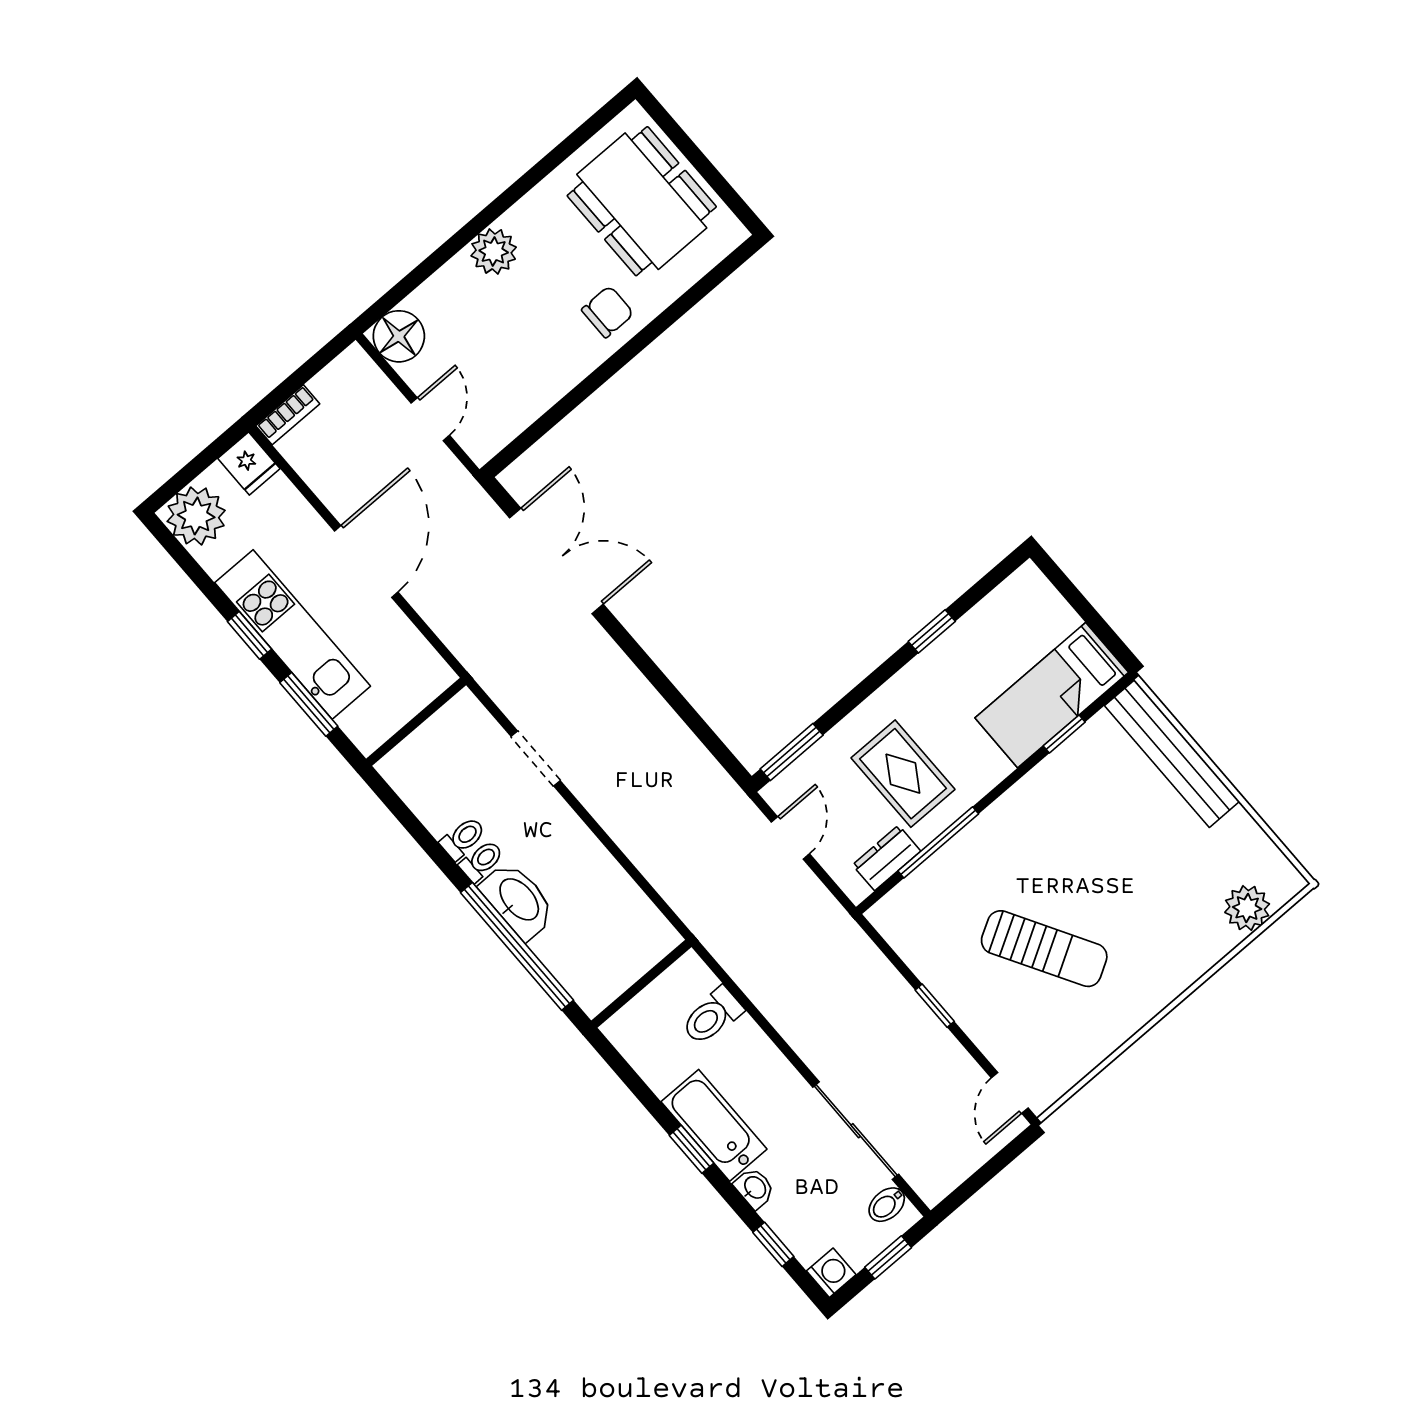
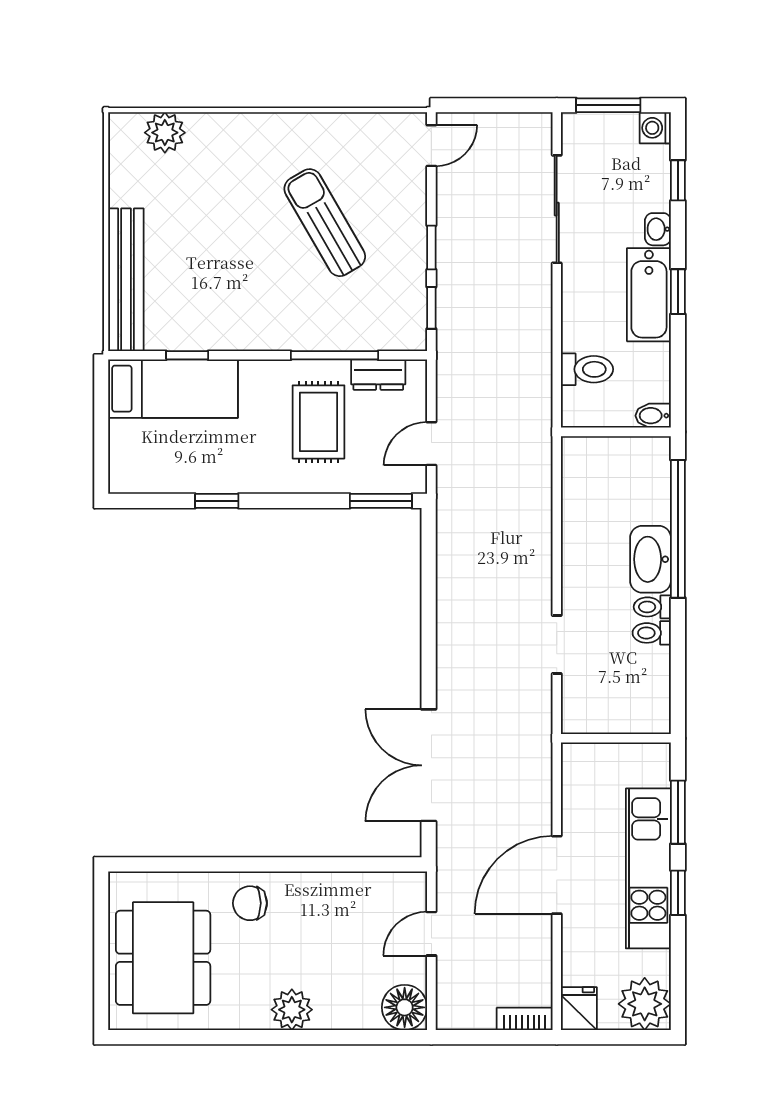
window: (890, 954) -> (431, 308), added
bidet: (887, 1205) -> (653, 416), moved, turned 180
window: (888, 1257) -> (608, 105), width x1.50

